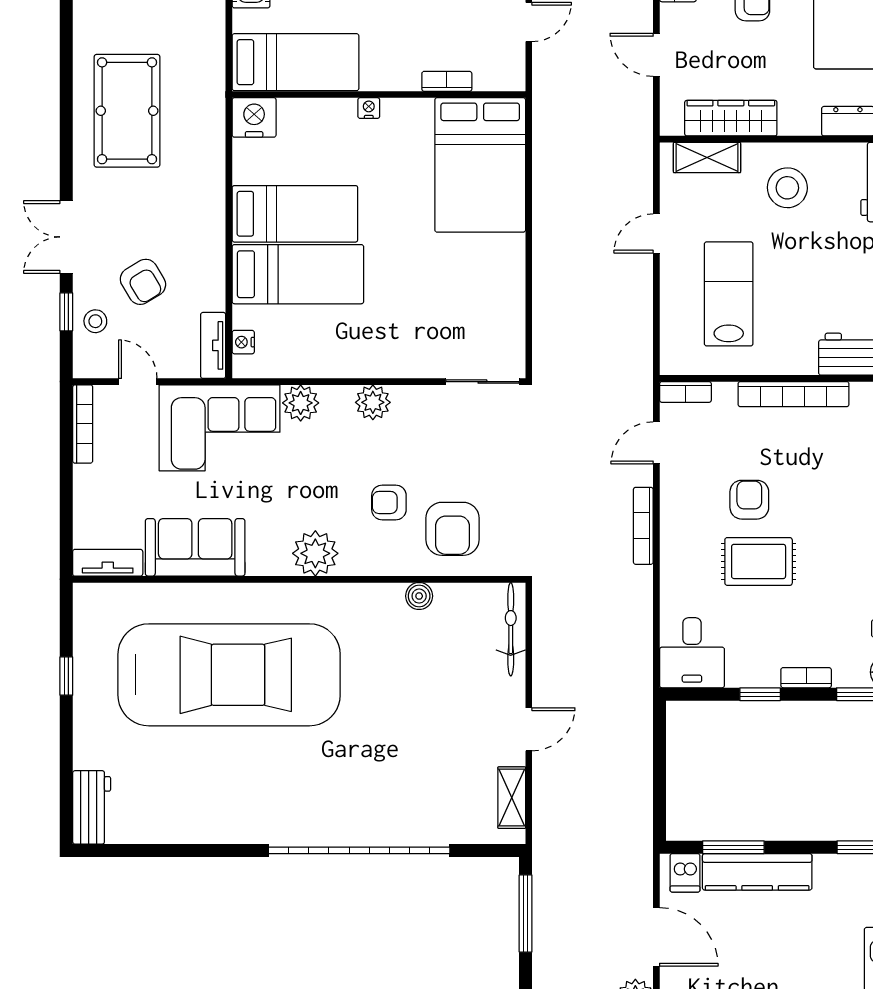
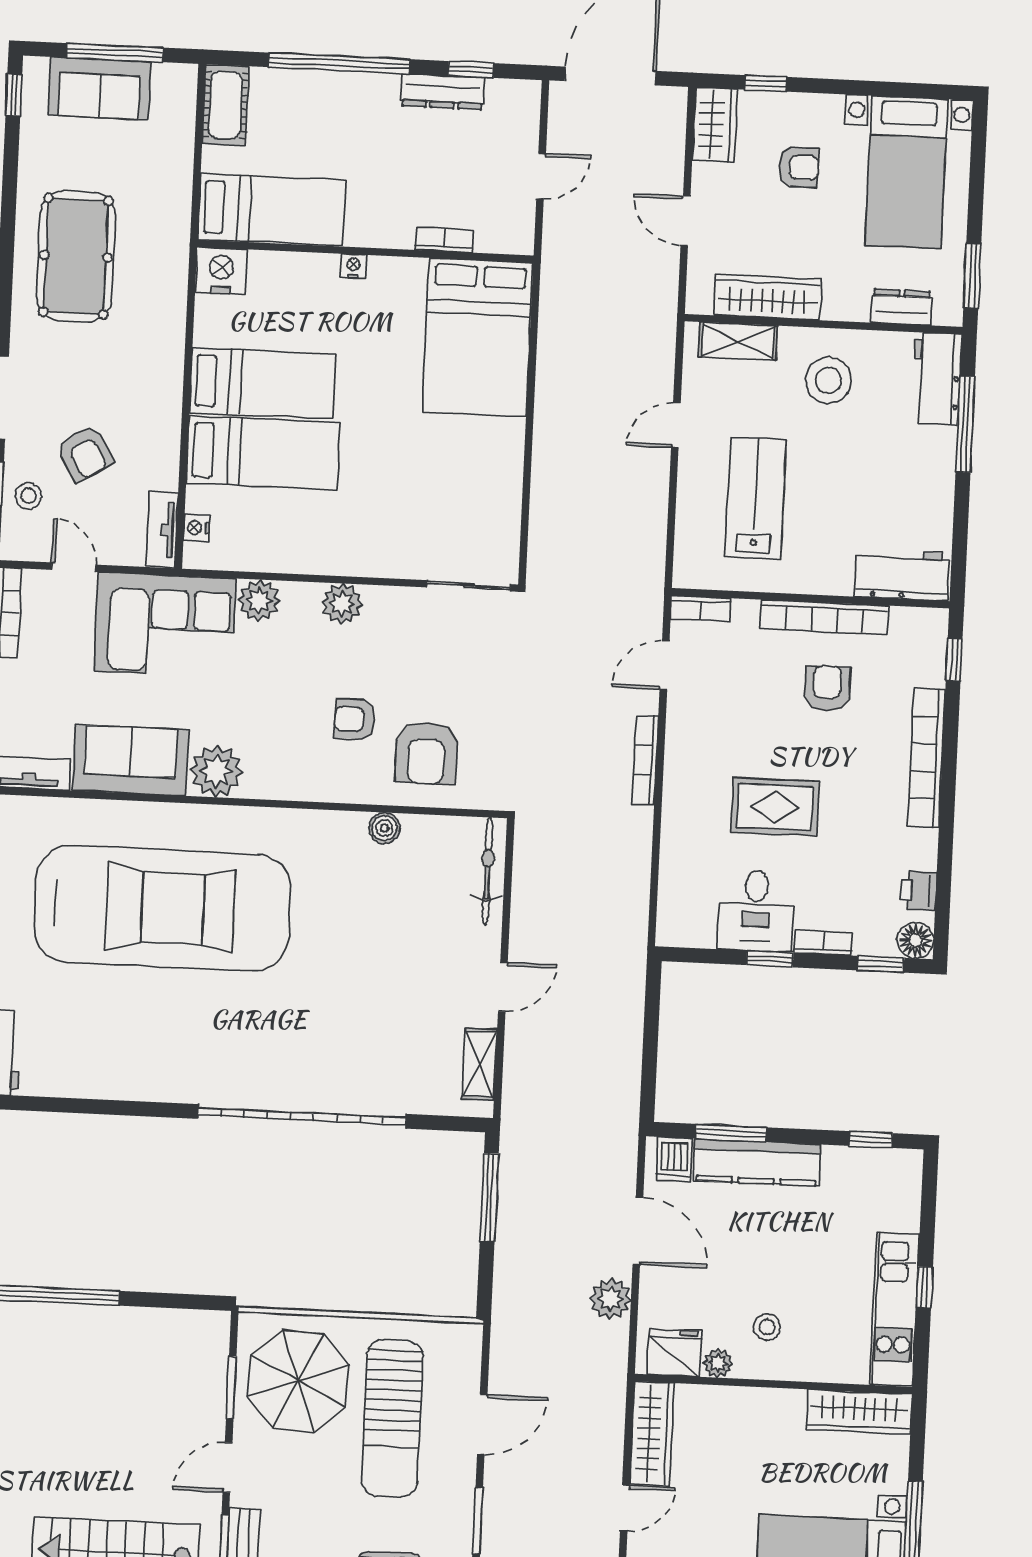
armchair: (749, 500) -> (827, 688), moved
plant: (315, 553) -> (216, 771), moved
desk: (692, 653) -> (756, 911), moved

